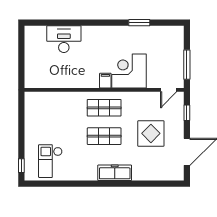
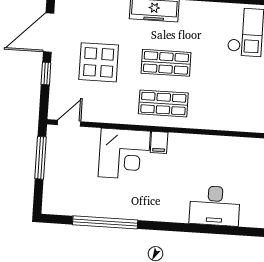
window: (139, 23) -> (105, 222), width x2.11
window: (187, 113) -> (46, 73), moved

